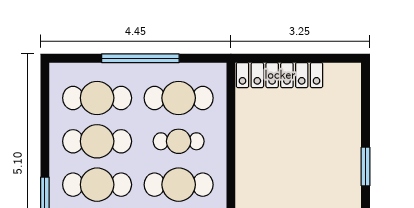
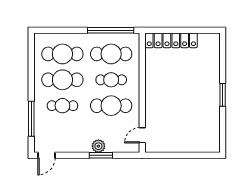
window: (140, 58) -> (111, 30), moved
cafe table: (97, 185) -> (62, 106), width x0.73, depth x0.74

